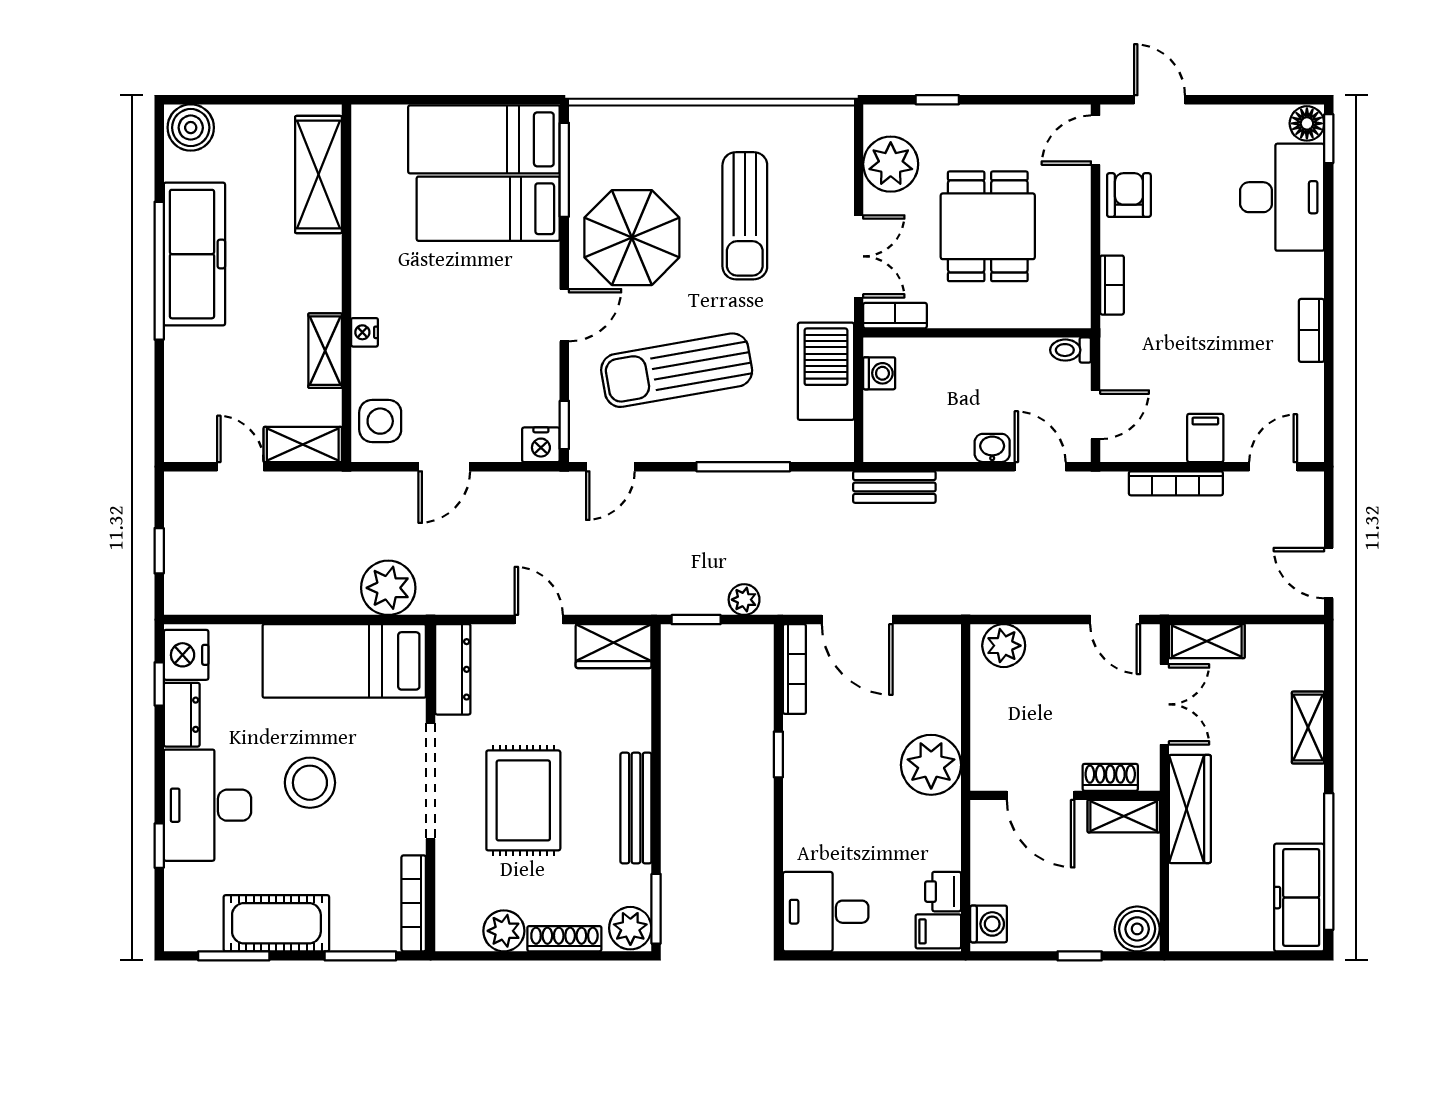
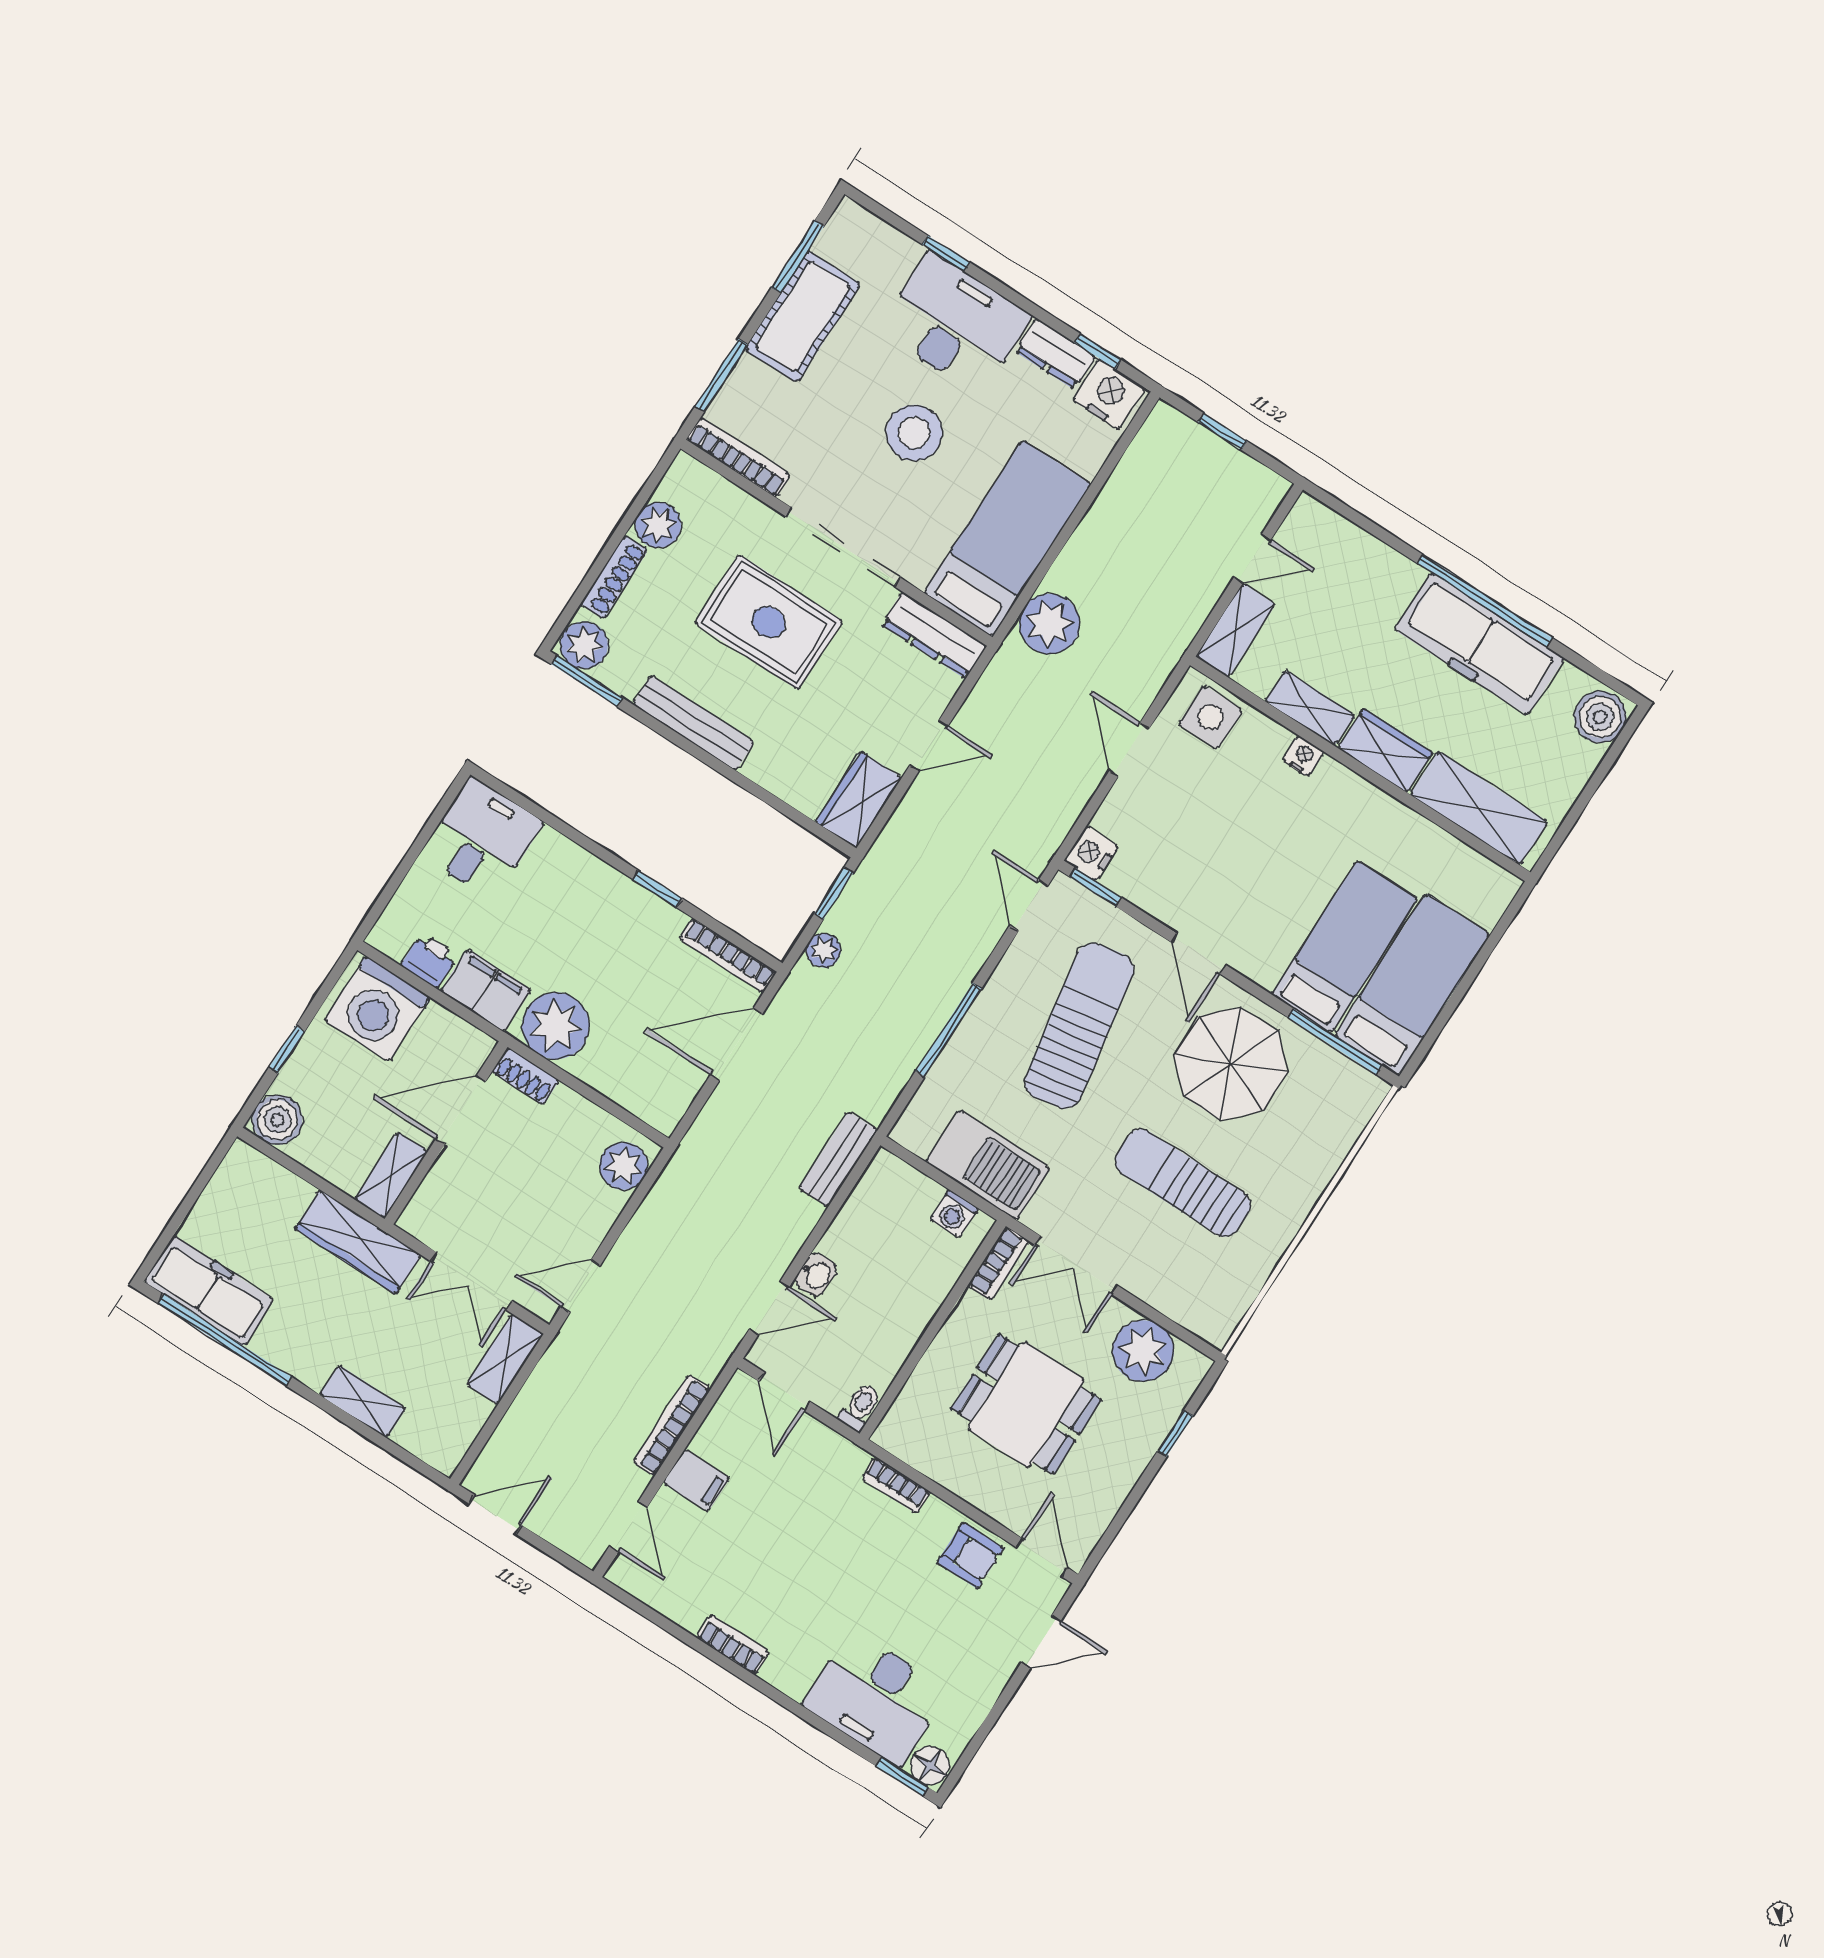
wardrobe: (320, 273) -> (1385, 750), added
shoe rack: (1110, 777) -> (525, 1076), moved, turned 90
washing machine: (989, 924) -> (377, 1009), width x1.89, depth x1.89
filing cabinet: (938, 931) -> (486, 990), moved, width x2.00

